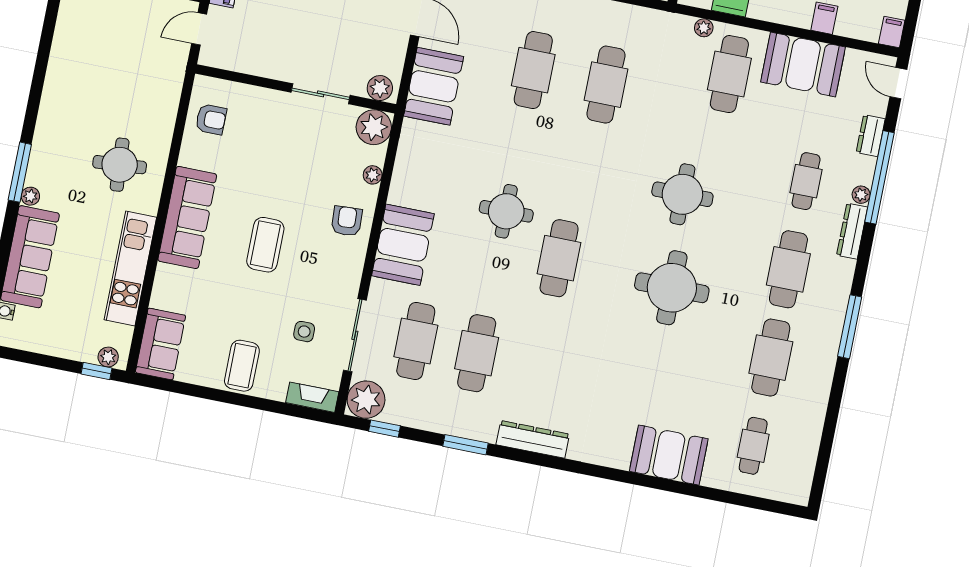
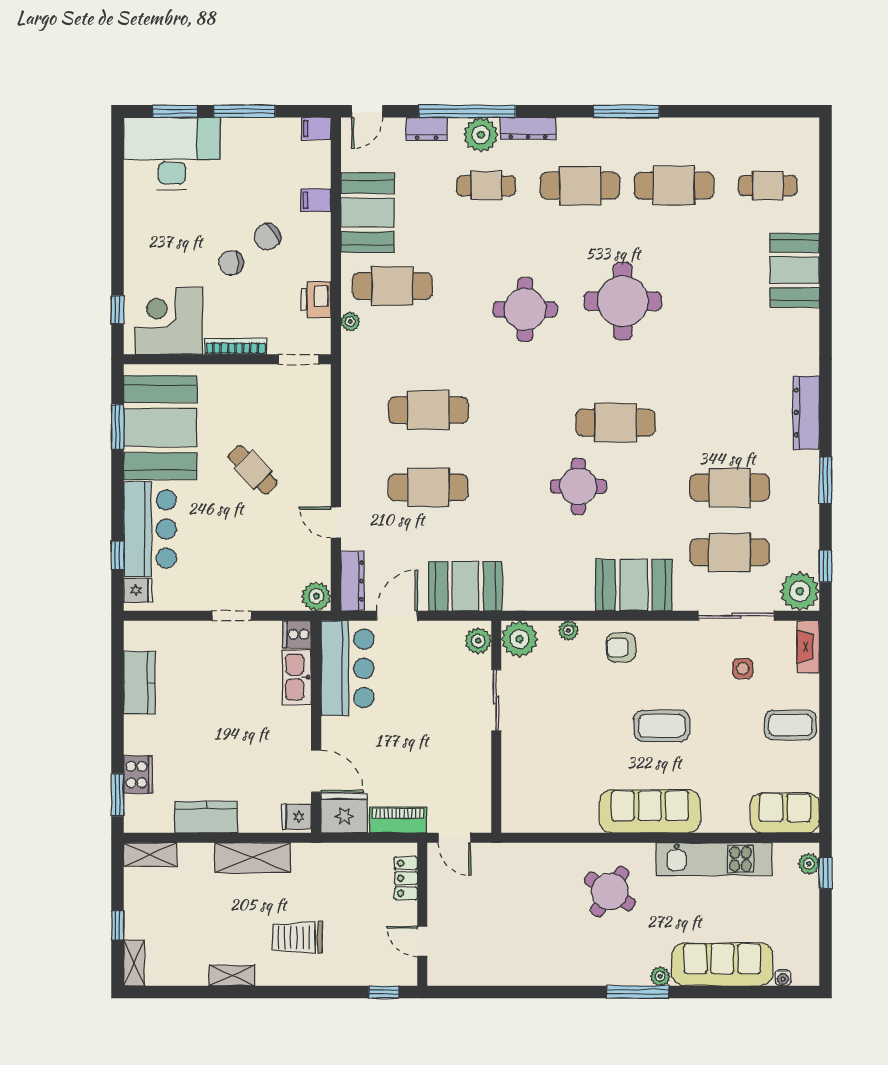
armchair: (211, 119) -> (545, 807), removed
round table: (120, 165) -> (610, 891), turned 37
plant: (861, 195) -> (481, 135), width x1.87, depth x1.87

